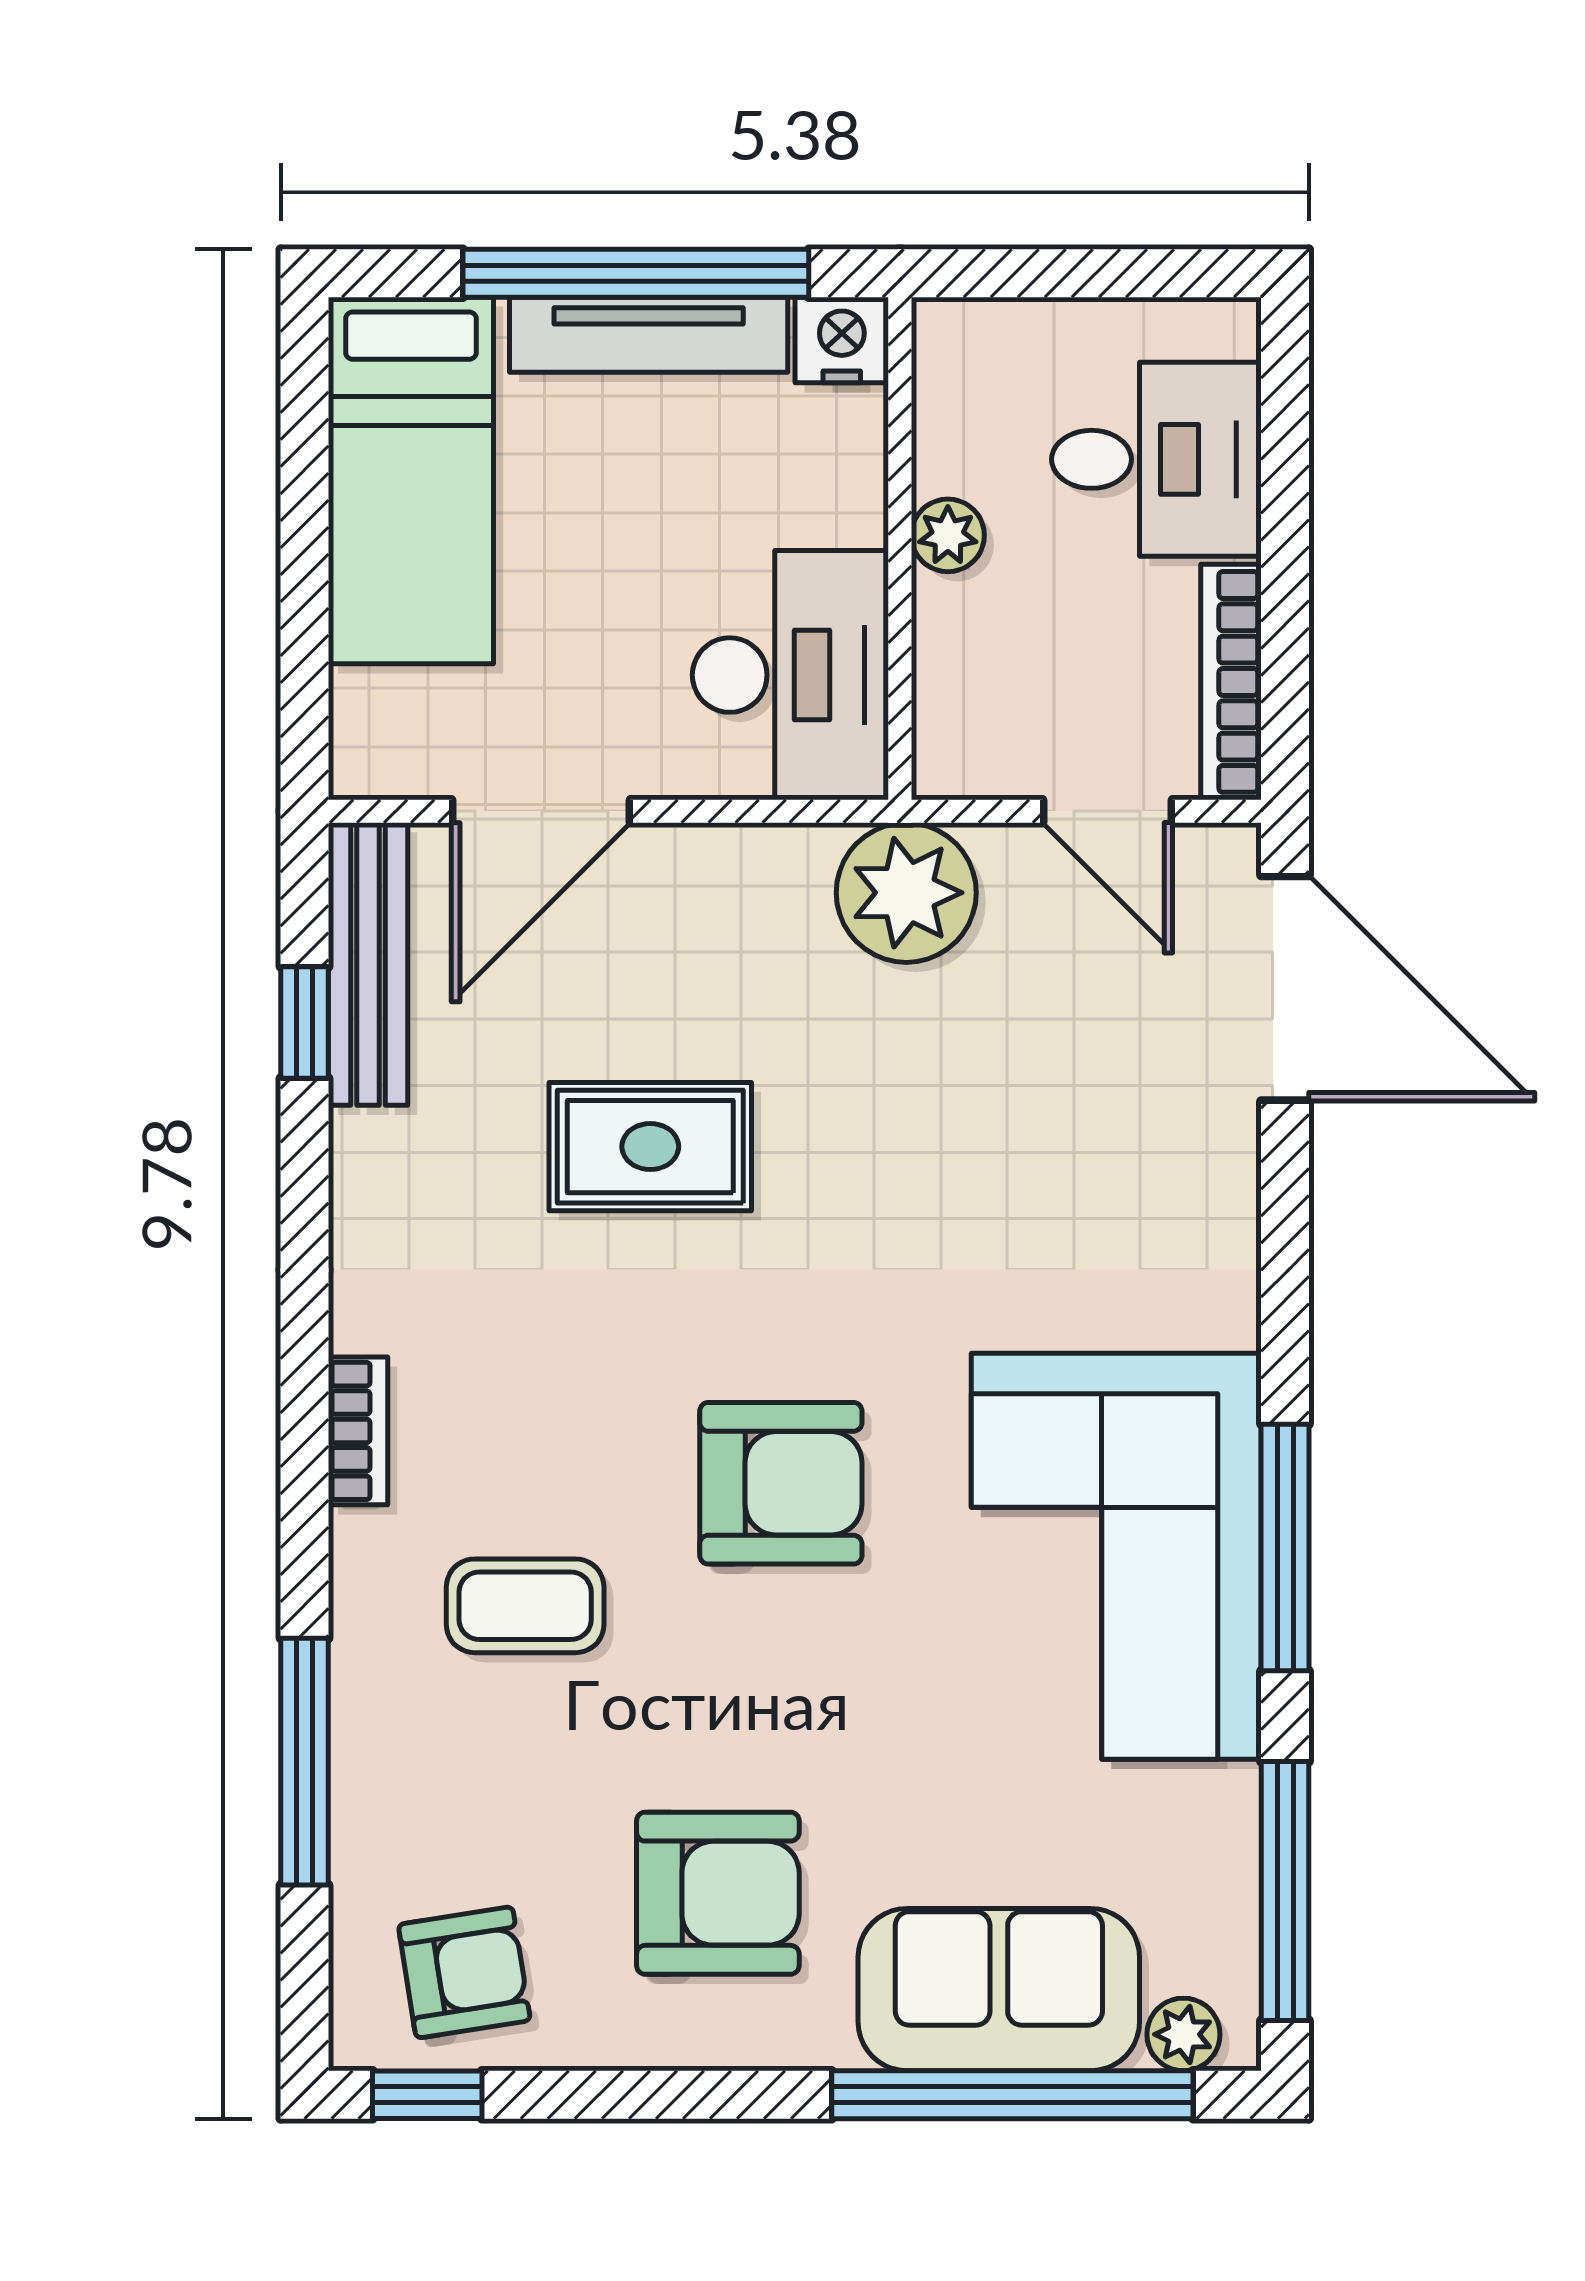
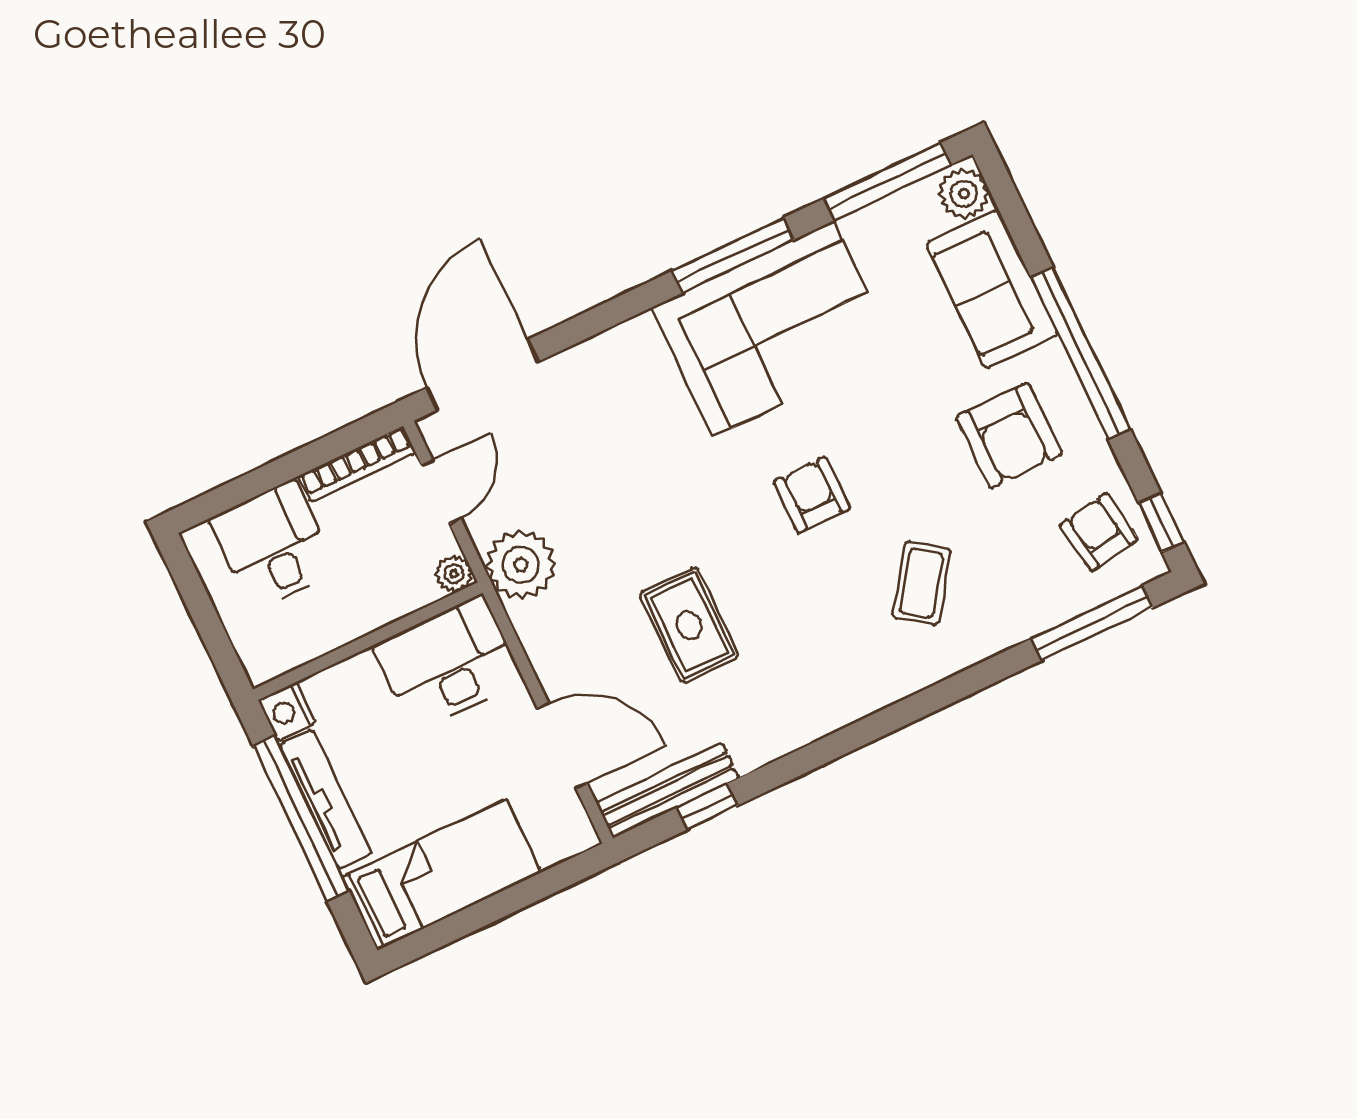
plant: (948, 535) -> (454, 574), moved
bookcase: (358, 1431) -> (879, 695), removed
armchair: (781, 1483) -> (812, 495), width x0.72, depth x0.72
coffee table: (525, 1606) -> (921, 583), turned 35
window: (305, 1762) -> (1092, 623), moved
armchair: (718, 1893) -> (1009, 435), turned 180
plant: (1183, 2034) -> (964, 194), width x1.38, depth x1.38
window: (1012, 2095) -> (1080, 353), moved

